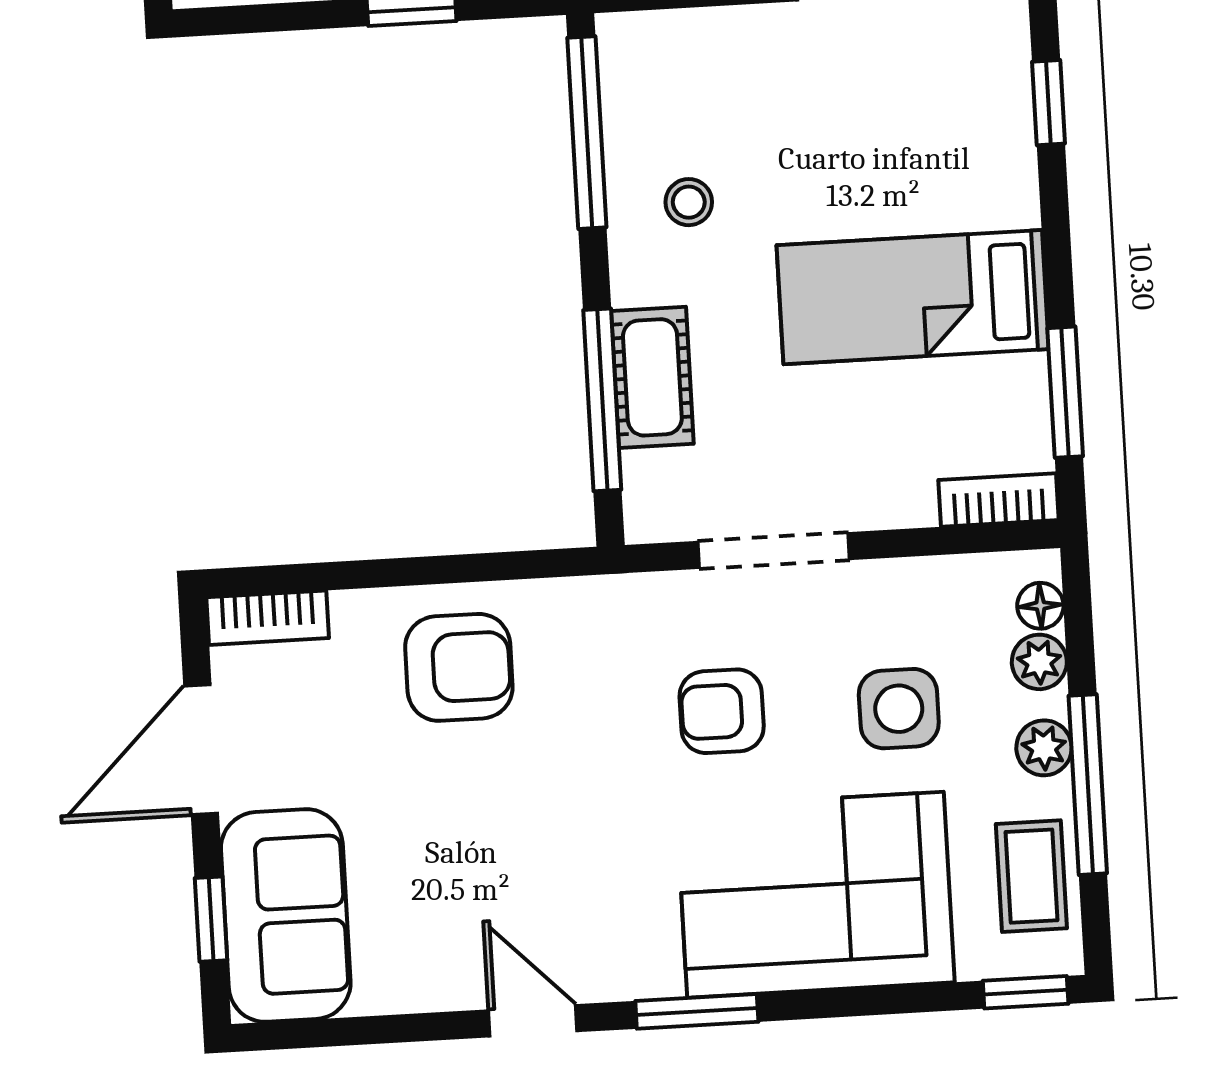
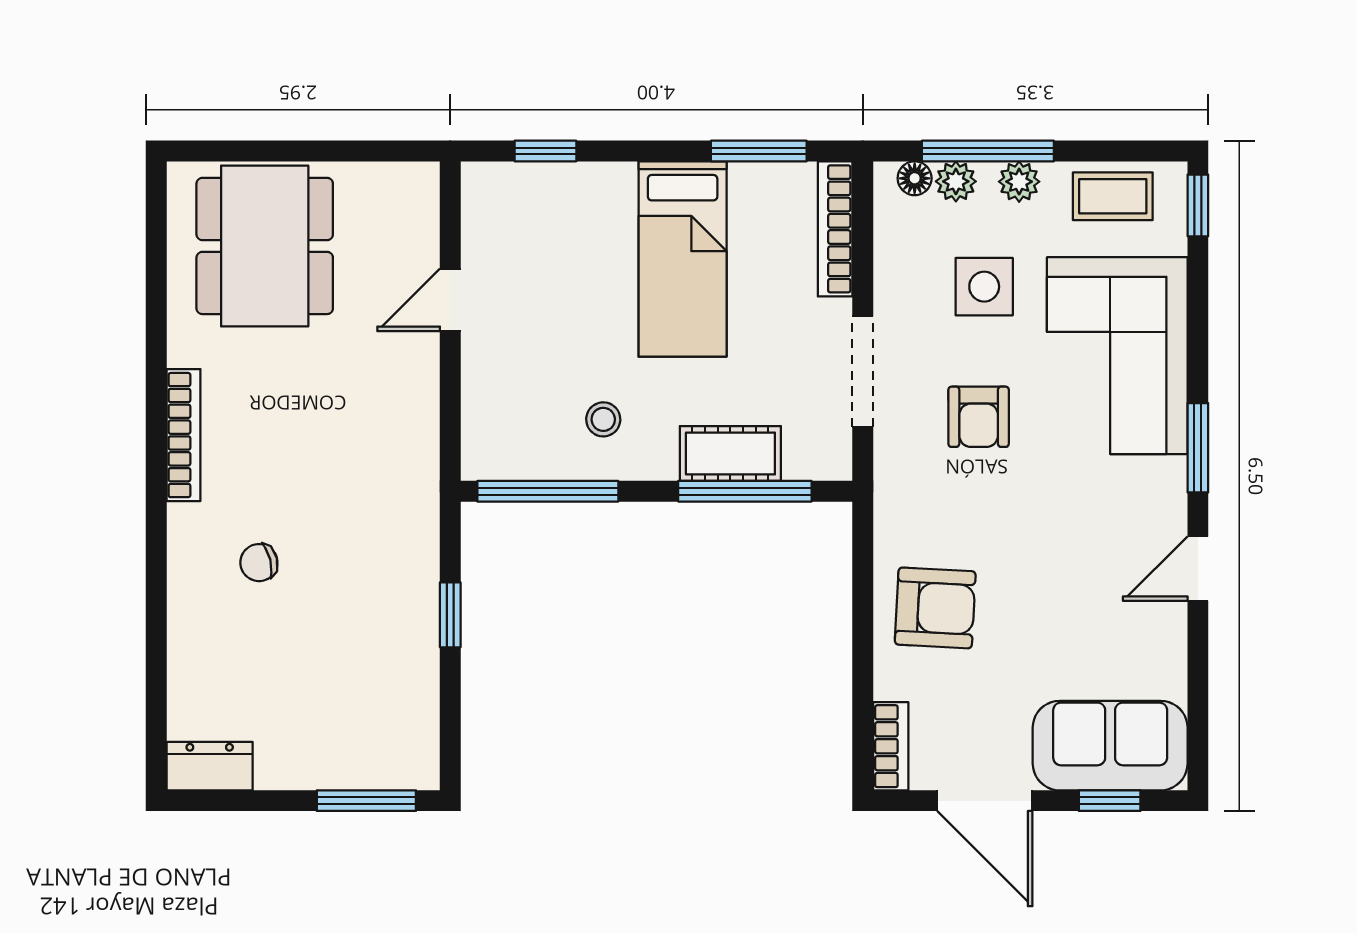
bookcase: (998, 500) -> (835, 229), width x1.56
armchair: (459, 667) -> (935, 608), turned 93
window: (1088, 785) -> (988, 151), moved

